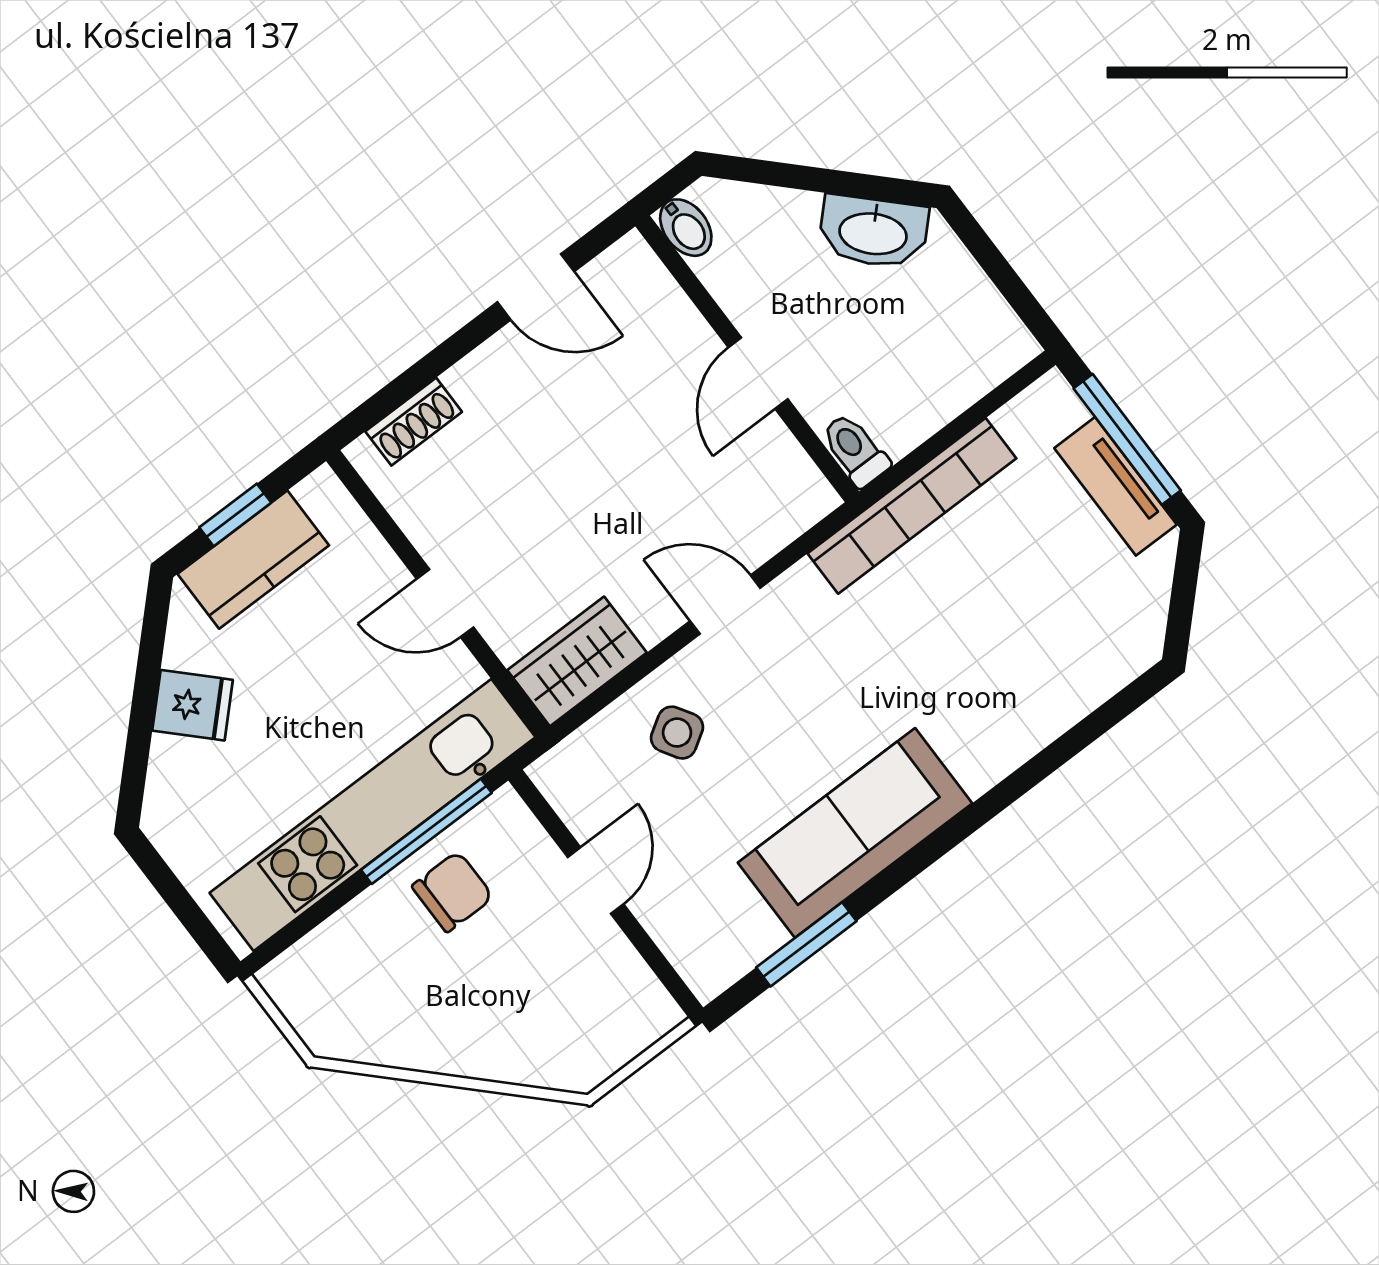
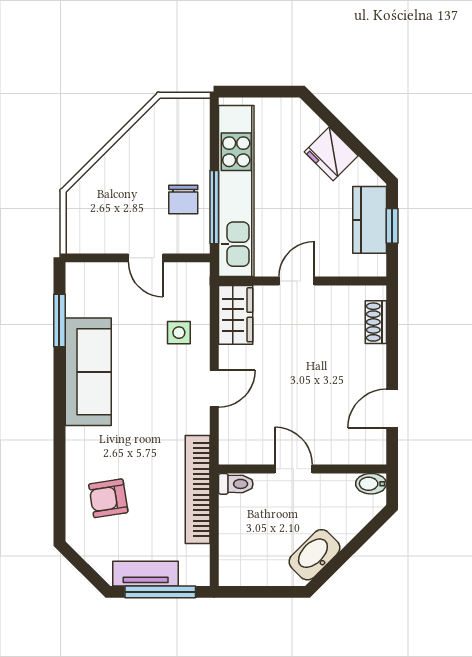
armchair: (1038, 642) -> (108, 498), added
fridge: (193, 705) -> (331, 154), width x1.38
side table: (677, 733) -> (179, 333), turned 32

